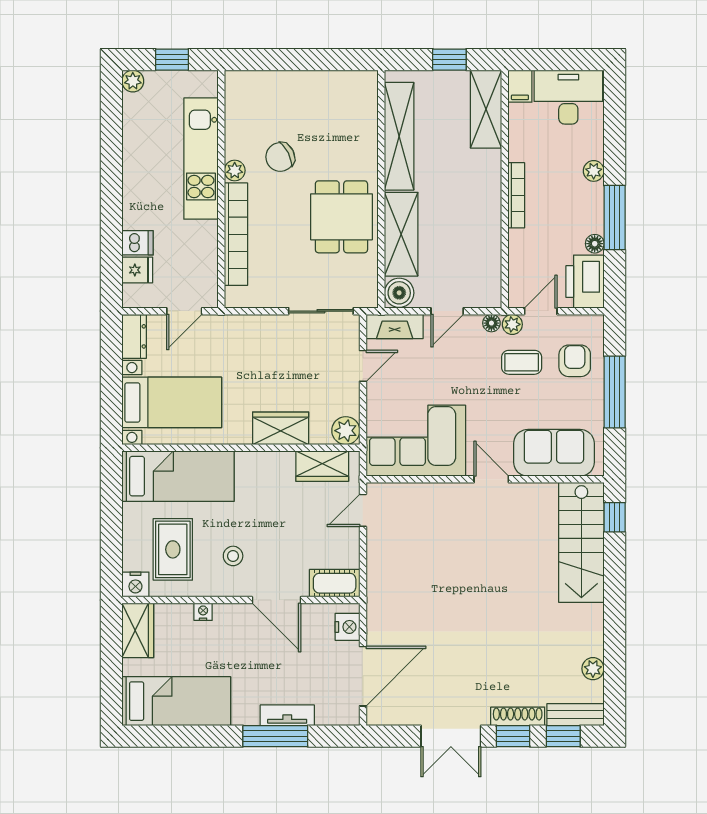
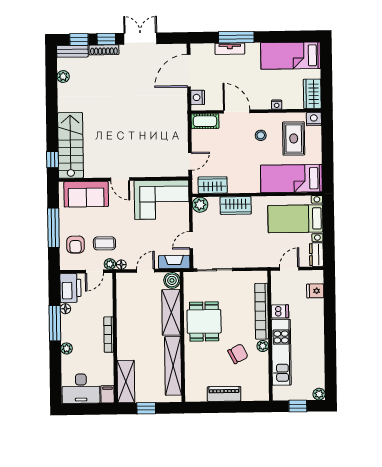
piano: (307, 84) -> (224, 394), added
dishwasher: (138, 243) -> (280, 311), moved, turned 180

